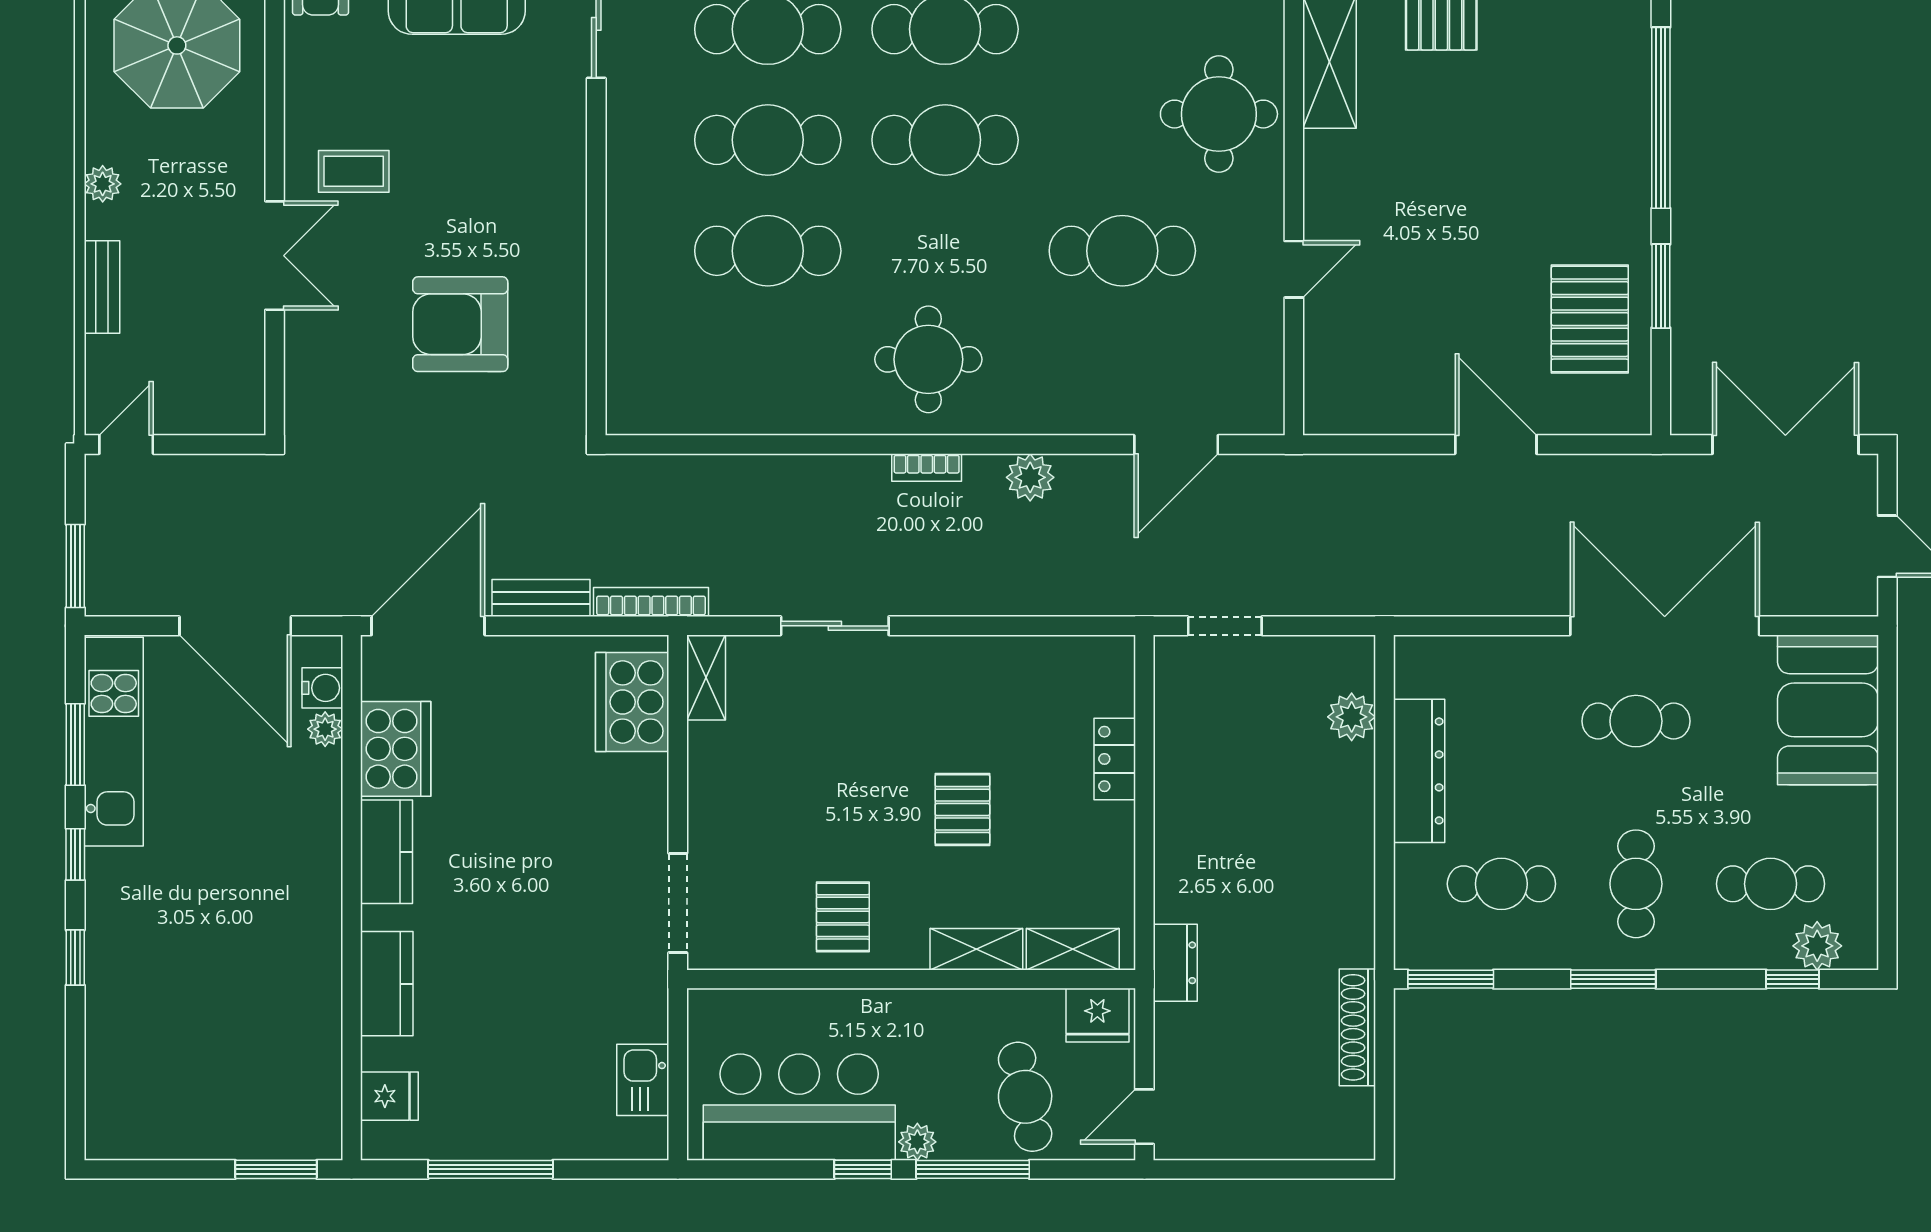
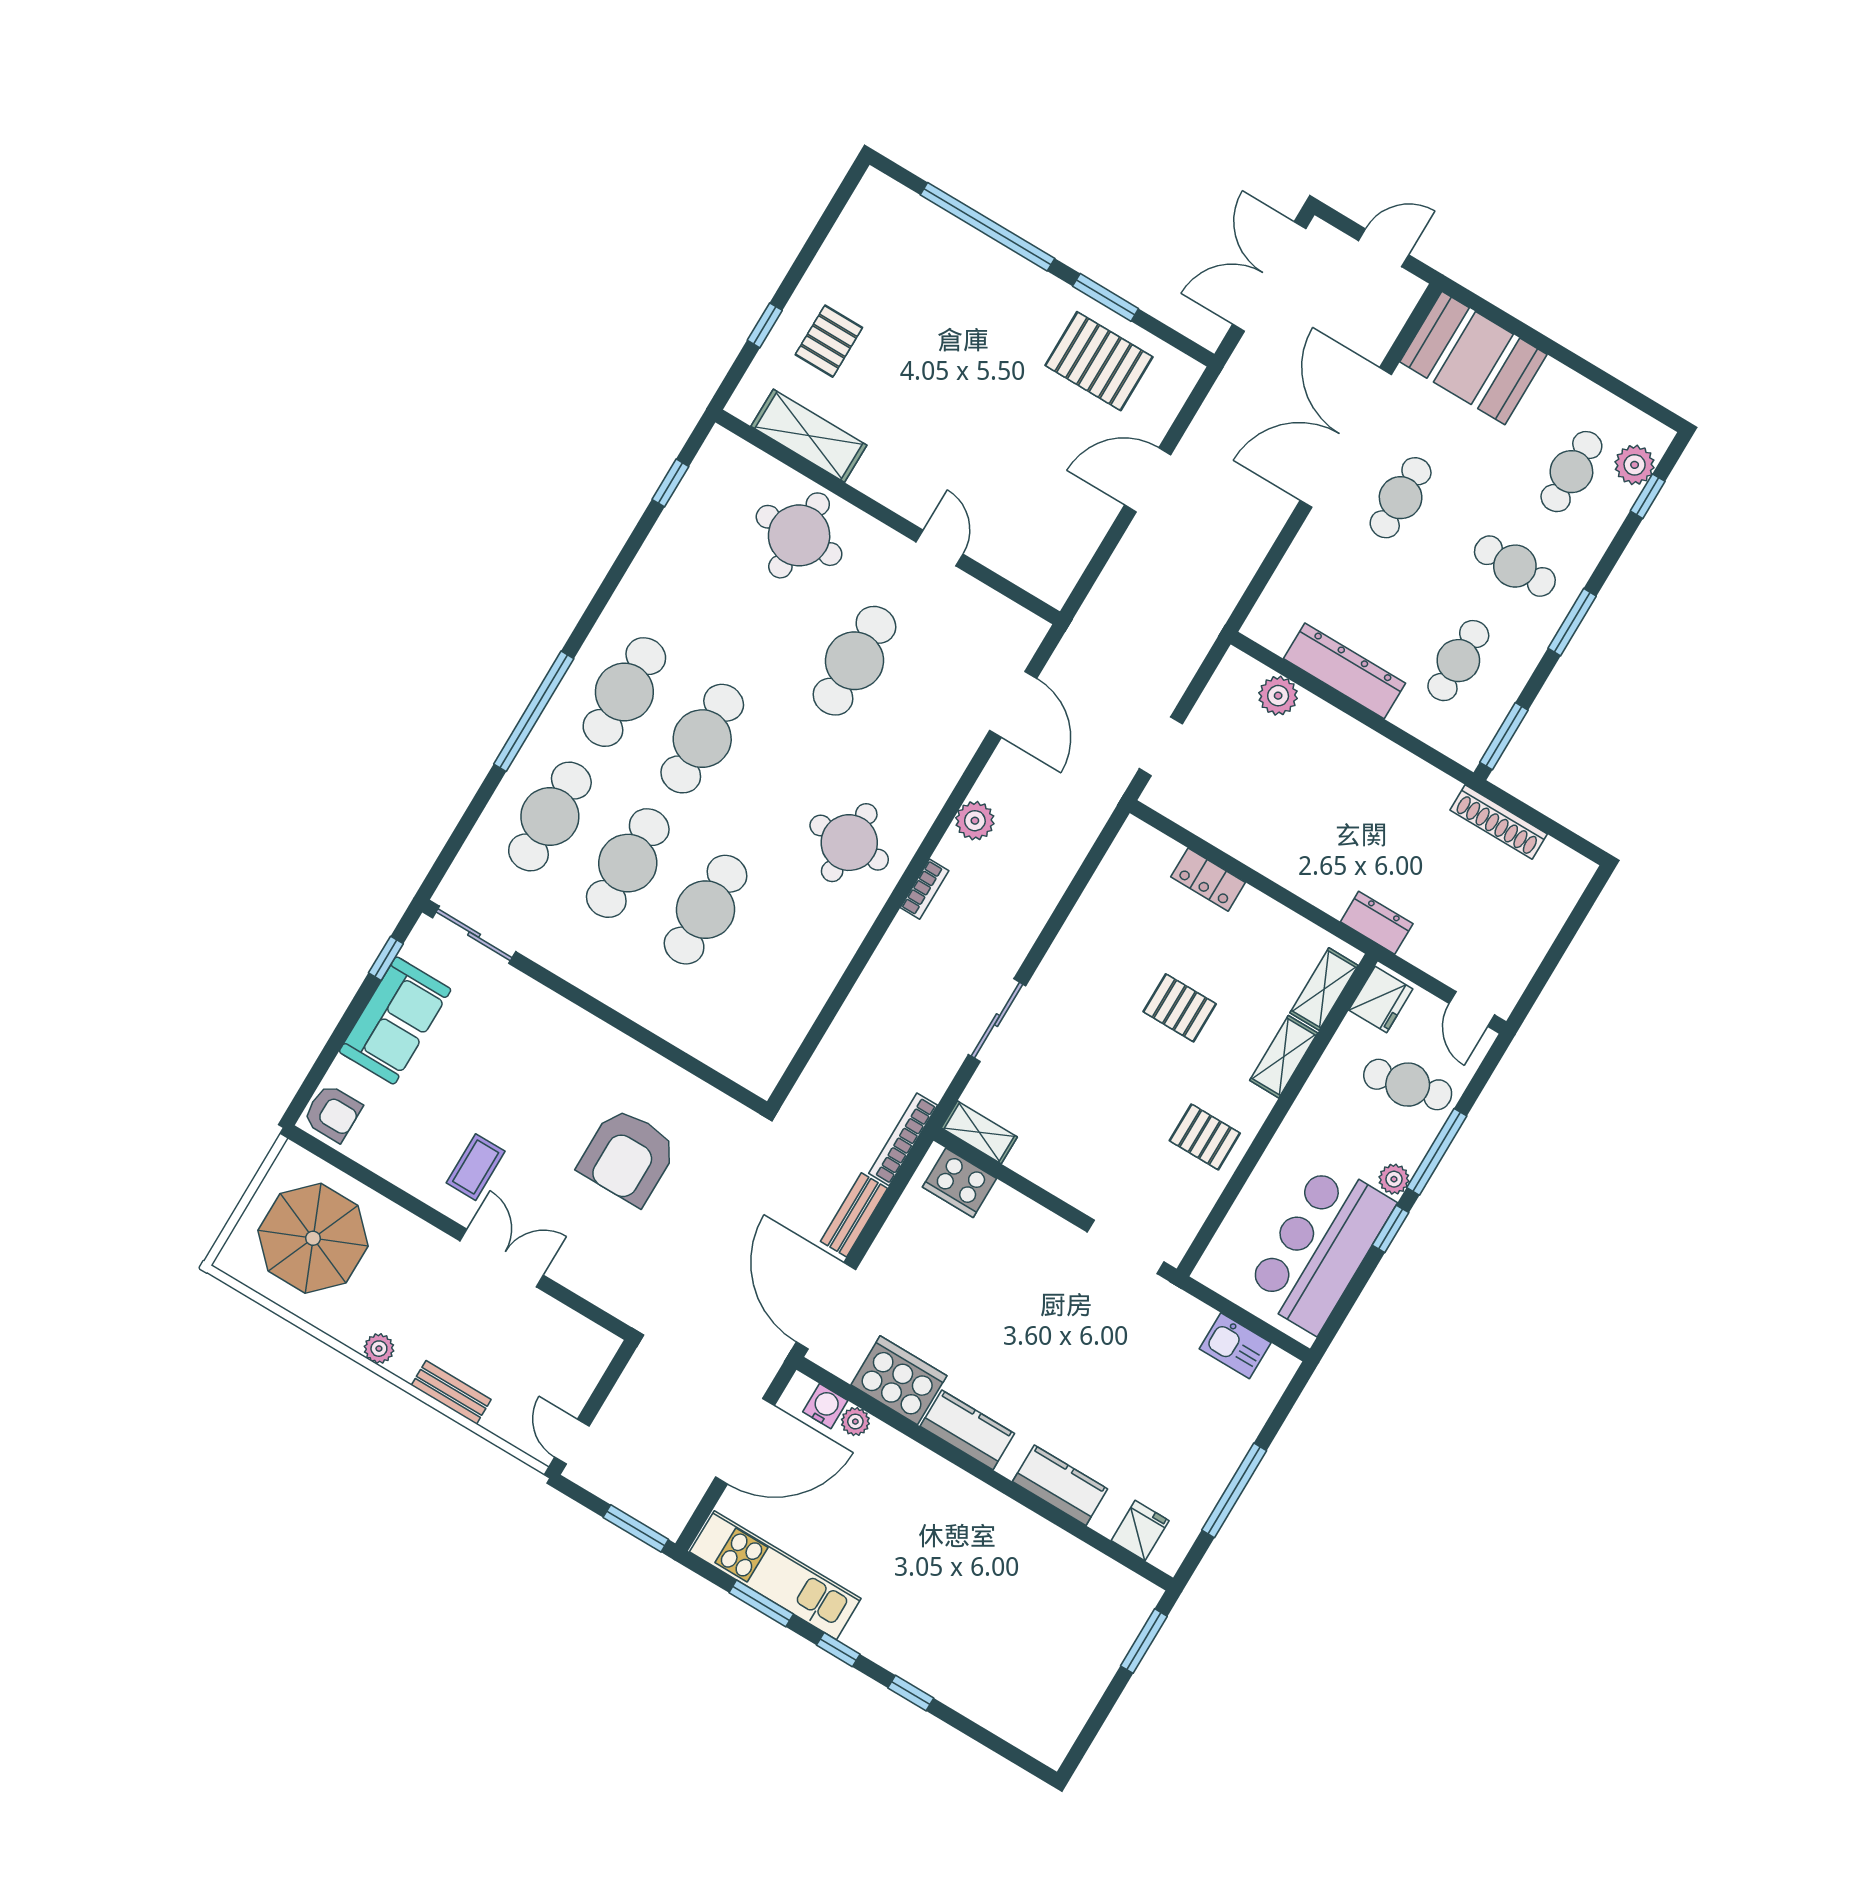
cooker: (632, 702) -> (959, 1183), width x0.73, depth x0.76

